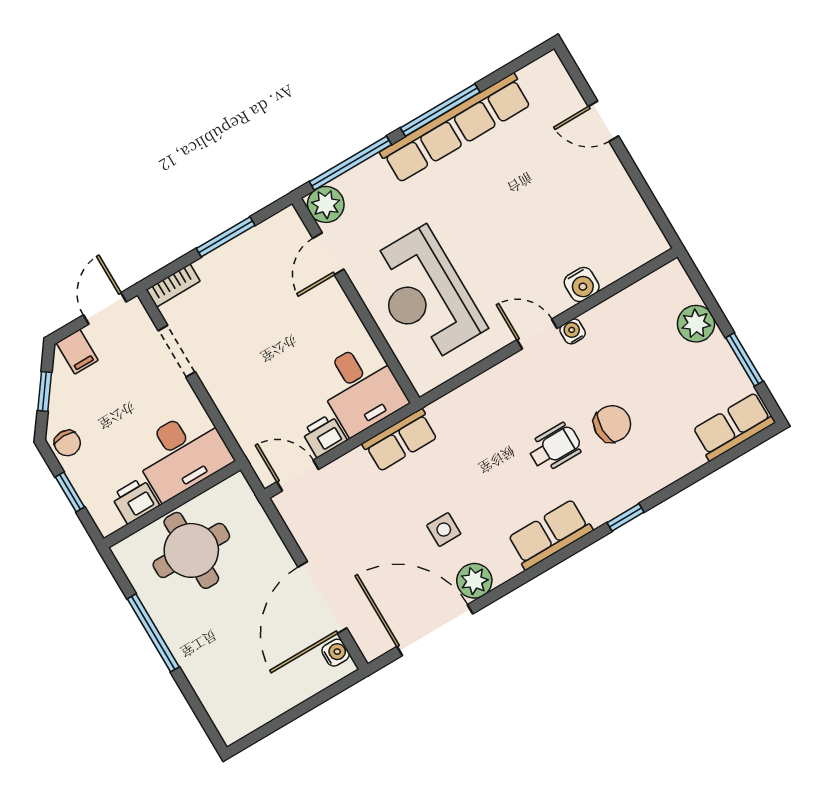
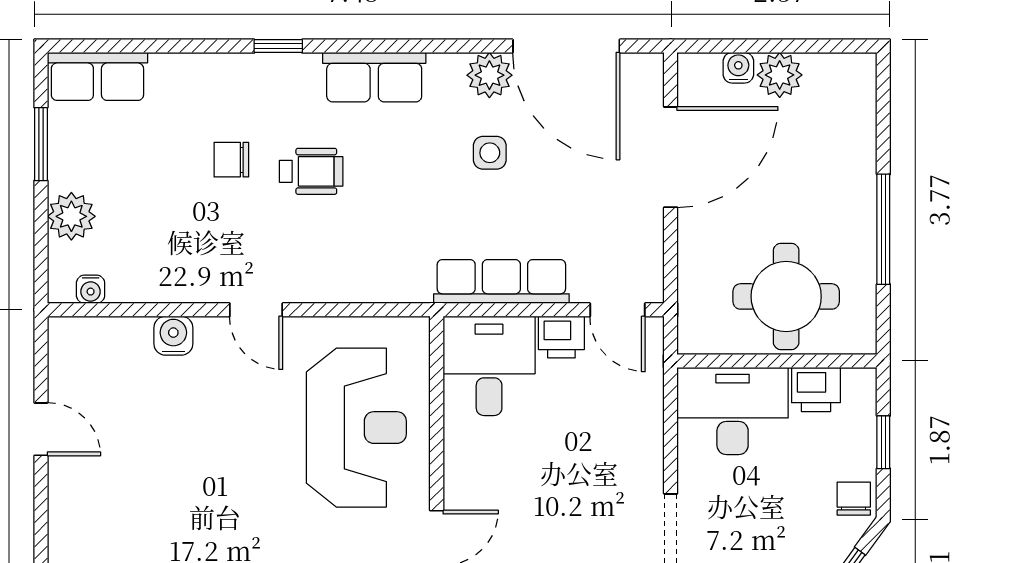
door: (603, 121) -> (41, 429), moved
water cooler: (573, 331) -> (91, 289), moved
chair: (612, 424) -> (231, 160), width x0.73, depth x0.73
row of seats: (400, 440) -> (501, 282), width x1.48
wheelchair: (555, 447) -> (311, 171), turned 180
water cooler: (336, 653) -> (738, 68), moved, turned 90
plant: (282, 694) -> (780, 75), added

